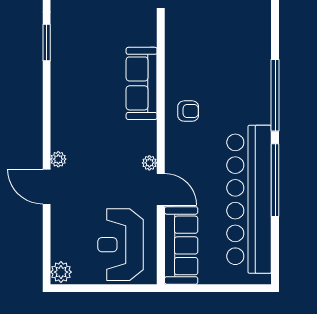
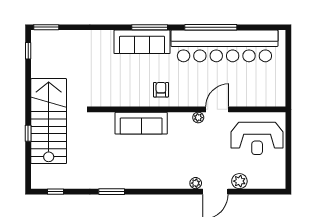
window: (275, 95) -> (150, 27), width x0.68
sofa: (181, 245) -> (142, 42), moved, turned 180
plant: (61, 272) -> (239, 181), moved

